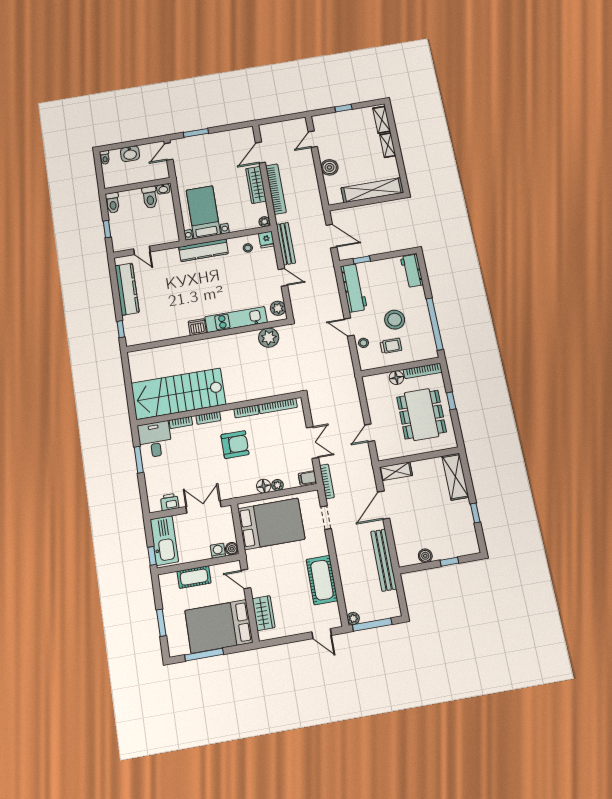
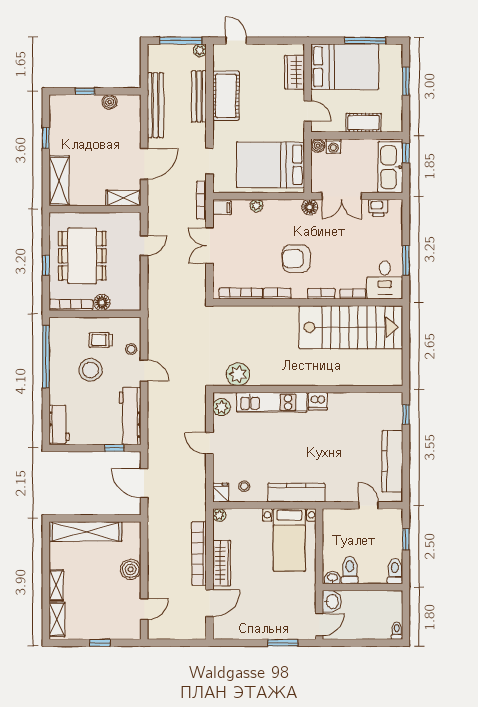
washbasin: (130, 154) -> (332, 602), moved, turned 90
bench: (286, 244) -> (199, 96), moved
floor lamp: (264, 486) -> (310, 207), moved

